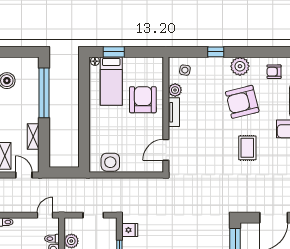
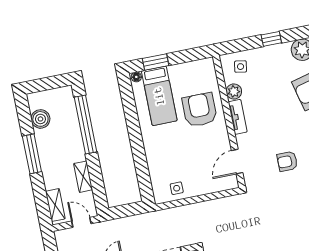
armchair: (208, 158) -> (287, 161), added
side table: (110, 162) -> (177, 188), width x0.54, depth x0.54

